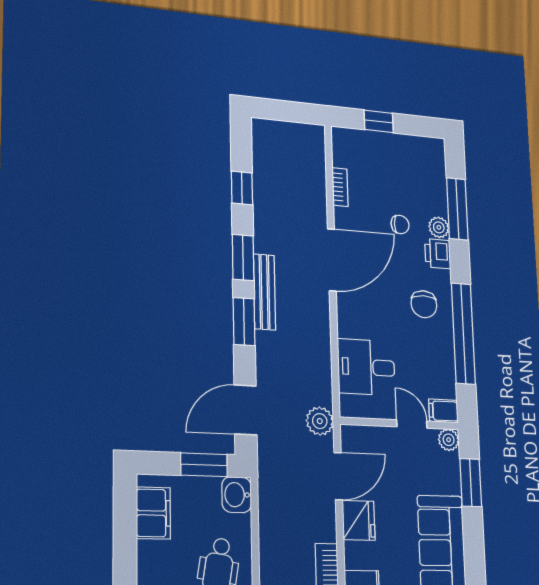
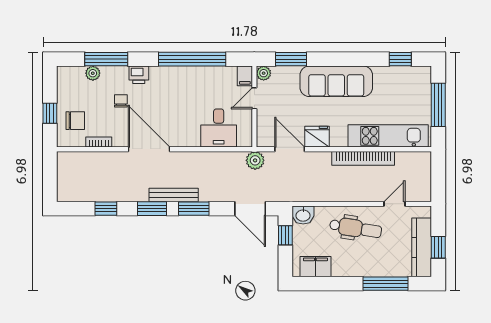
plant: (439, 227) -> (93, 73), moved
chair: (424, 304) -> (75, 121), moved
window: (204, 465) -> (285, 235), width x0.67

